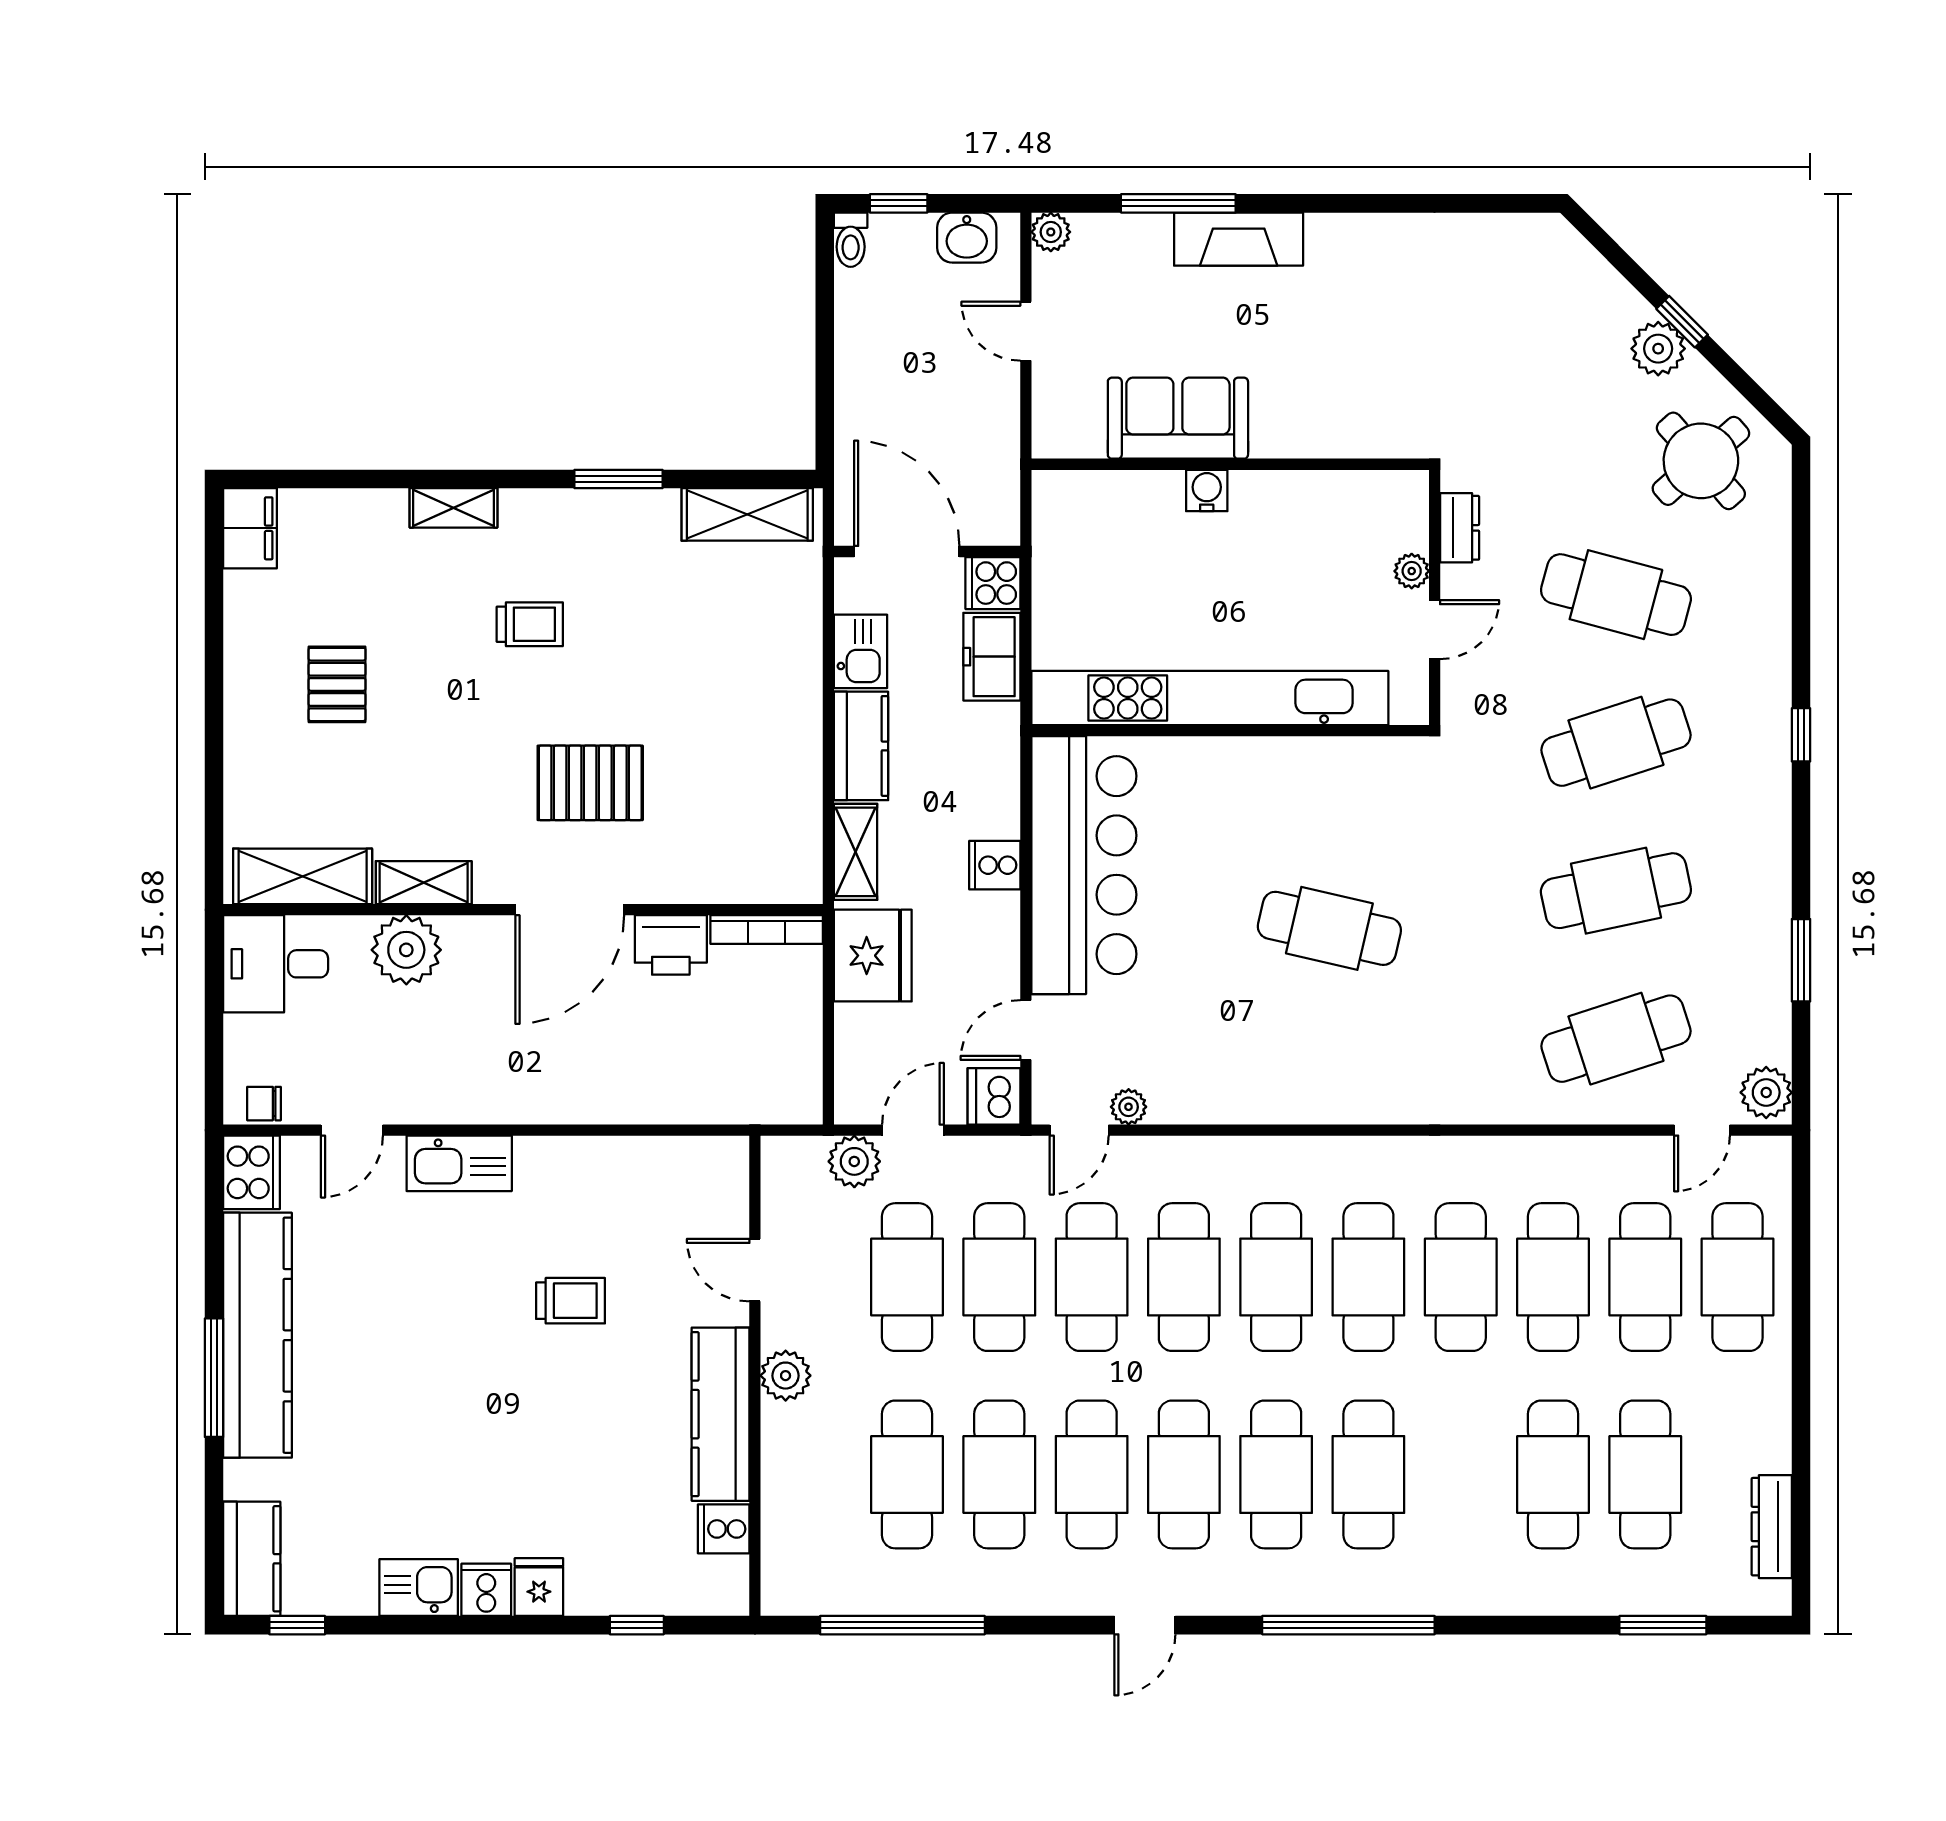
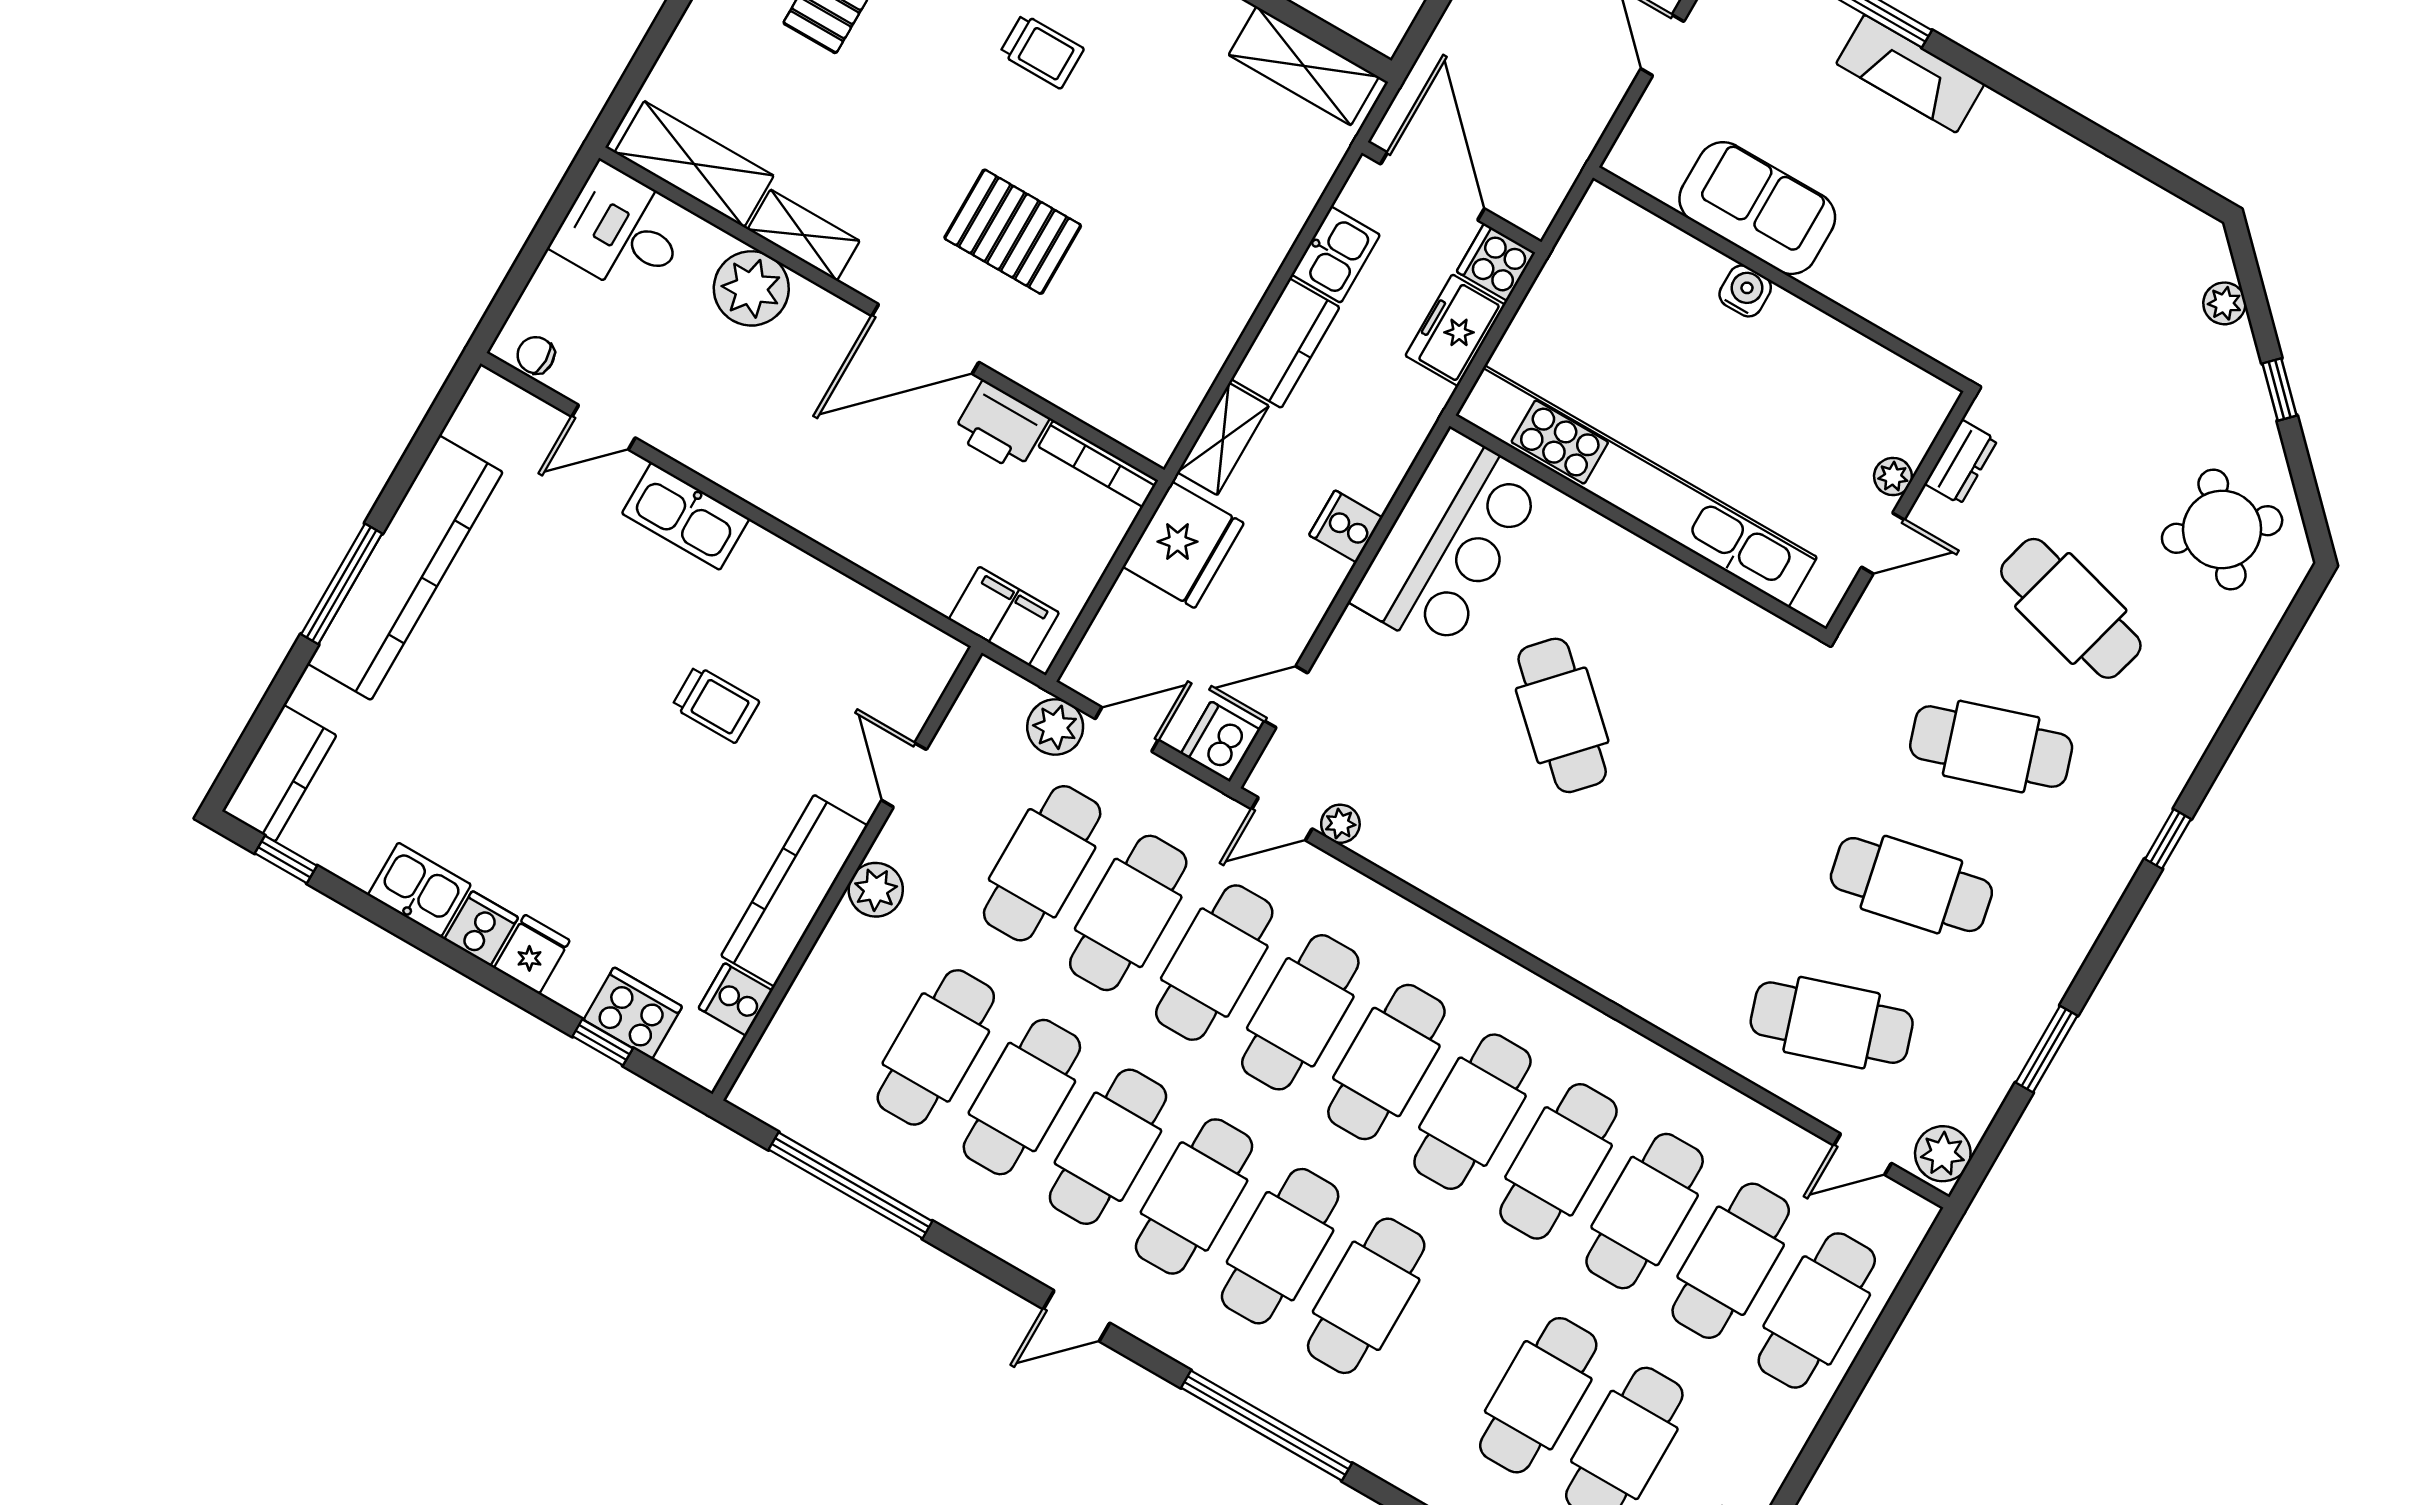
plant: (1658, 349) -> (2224, 303), moved, width x0.73, depth x0.73
bar counter: (1084, 865) -> (1447, 542), width x0.73
cafe table: (1329, 928) -> (1562, 715), moved, turned 30
filing cabinet: (761, 1096) -> (1004, 616), added
cooker: (252, 1172) -> (633, 1013), moved, turned -90

